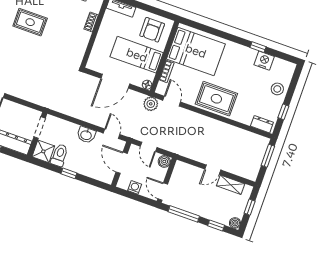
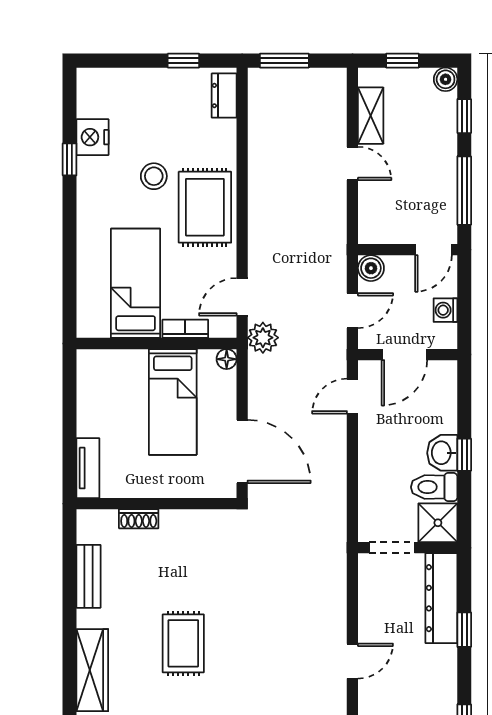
armchair: (152, 30) -> (111, 388), removed
bed: (196, 51) -> (136, 283), width x0.67
door: (115, 81) -> (242, 451), moved
stool: (277, 89) -> (154, 176), moved
washbasin: (86, 135) -> (442, 453), moved, turned 180

